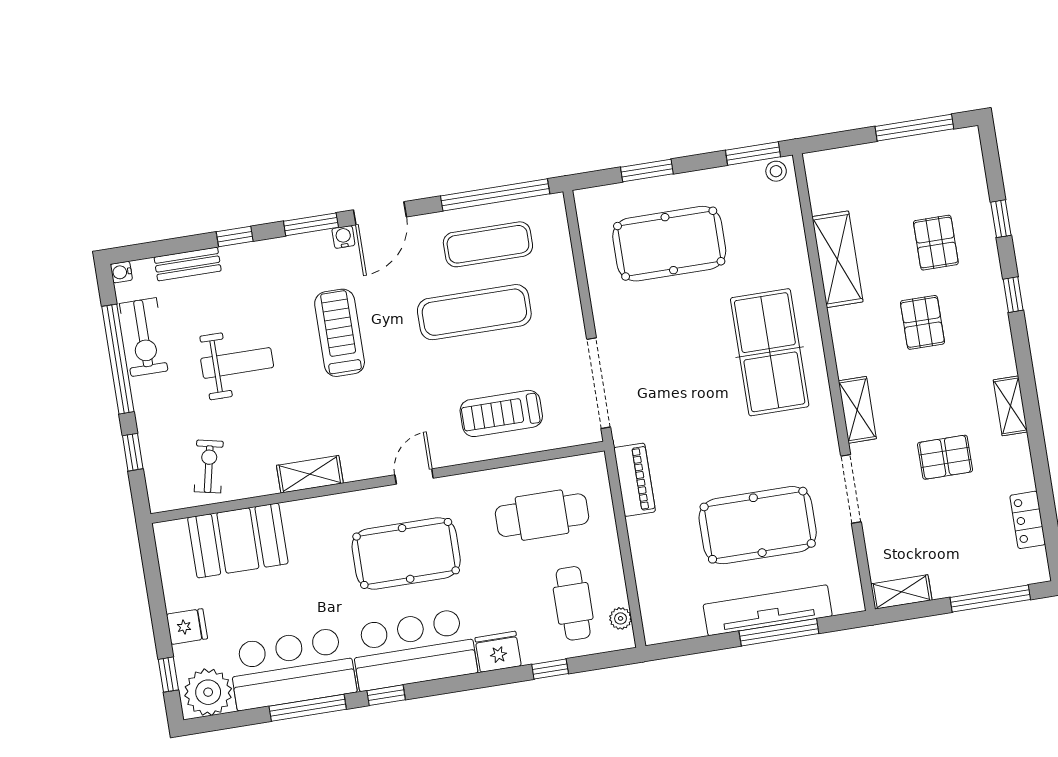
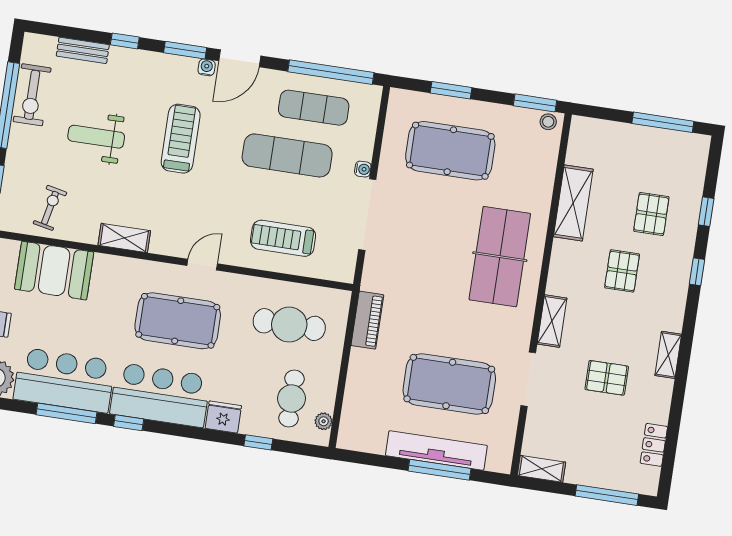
water cooler: (121, 272) -> (363, 169), moved, turned 180
weight bench: (237, 363) -> (96, 137), turned 180
doorway: (599, 383) -> (367, 214), moved

